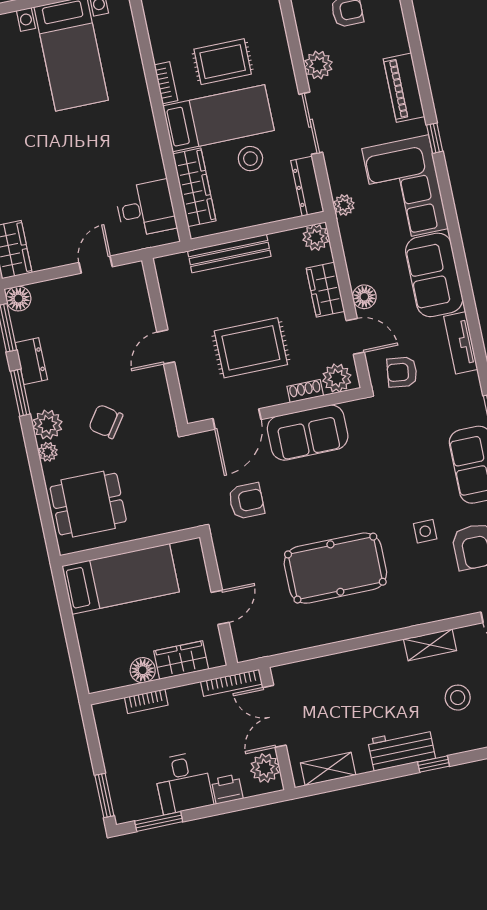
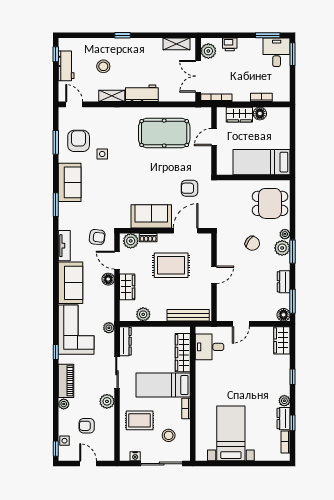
plant: (399, 43) -> (64, 404), added
rug: (223, 62) -> (140, 420), moved
stool: (250, 159) -> (169, 435), moved
plant: (316, 237) -> (143, 314), moved
bench: (229, 254) -> (188, 315), moved
window: (20, 393) -> (293, 252), moved
pool table: (335, 568) -> (164, 133), moved
double door: (274, 716) -> (198, 76), swing flipped
workbench: (402, 749) -> (142, 93), moved, turned 180
desk: (183, 783) -> (277, 52), moved

